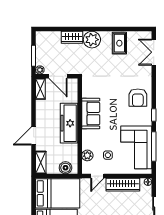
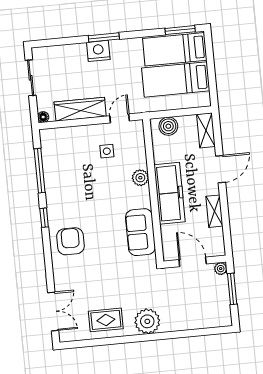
wardrobe: (72, 37) -> (177, 322), removed
rug: (119, 43) -> (106, 320), turned 90
shelving: (40, 89) -> (214, 211), moved
sofa: (91, 114) -> (140, 232), moved
corner sofa: (136, 147) -> (66, 167), removed
plant: (87, 155) -> (140, 178), moved
bed: (58, 193) -> (176, 79), width x0.67

